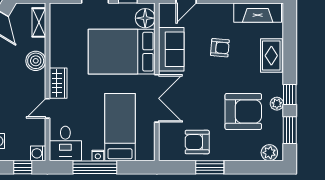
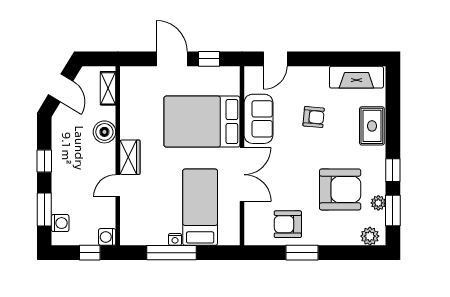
floor lamp: (145, 18) -> (229, 83), removed
plant: (277, 104) -> (378, 203), moved
desk: (65, 143) -> (138, 226), removed

